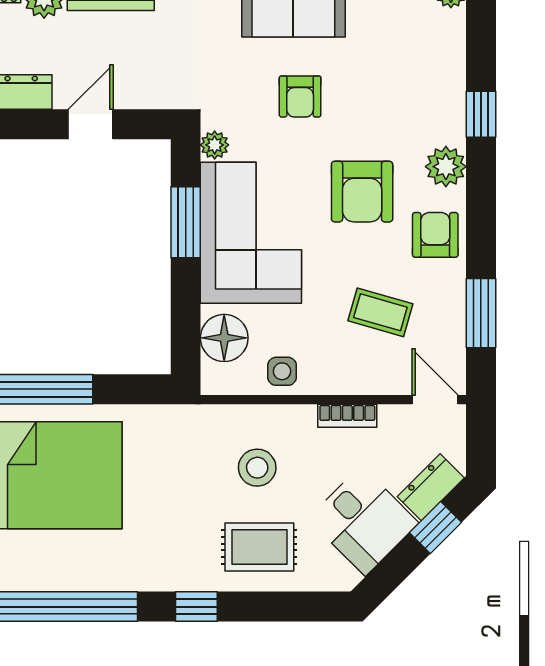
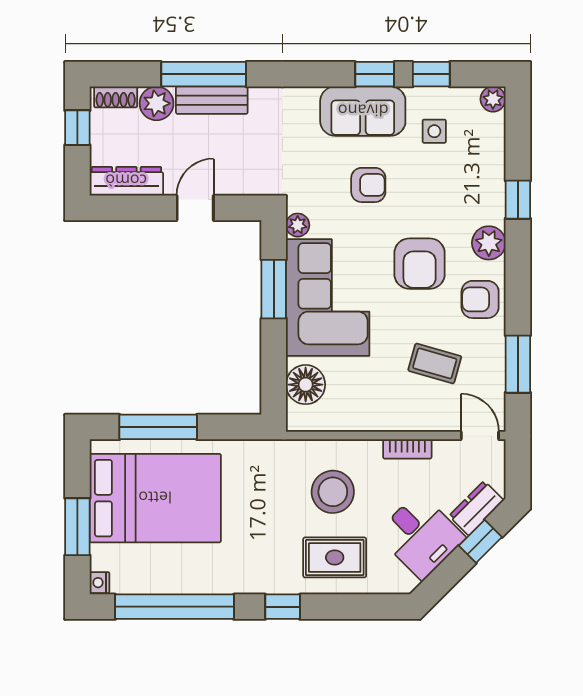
armchair: (300, 96) -> (368, 185), turned -90
armchair: (435, 235) -> (480, 299), turned -90
side table: (282, 371) -> (434, 131), moved
stool: (257, 468) -> (333, 492), width x1.38, depth x1.38

